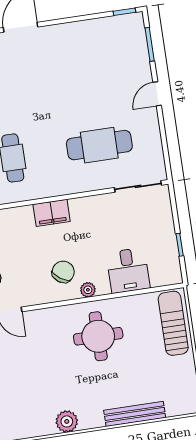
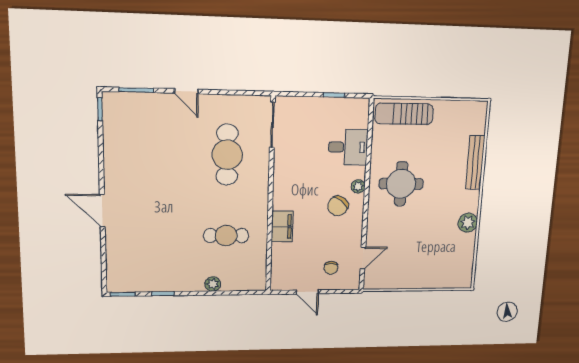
filing cabinet: (52, 213) -> (282, 226), moved
chair: (63, 272) -> (338, 206), turned -86

